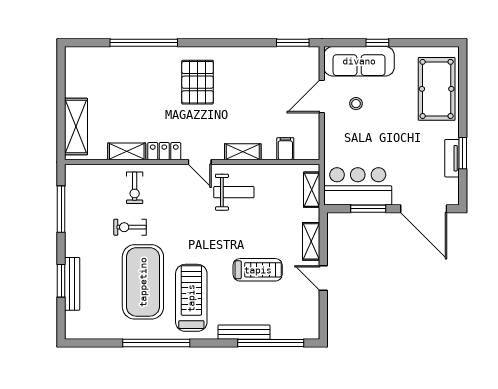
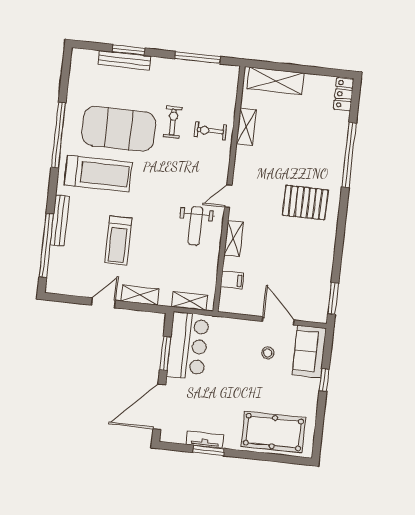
sofa: (359, 61) -> (309, 351), width x0.73
locker: (164, 151) -> (344, 94), moved, turned 180

